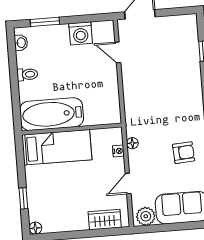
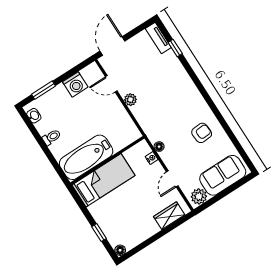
tv unit: (191, 31) -> (158, 38), added
plant: (129, 79) -> (130, 100), added

